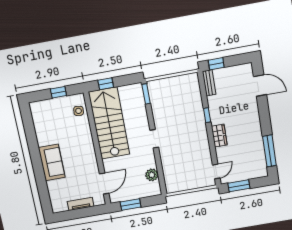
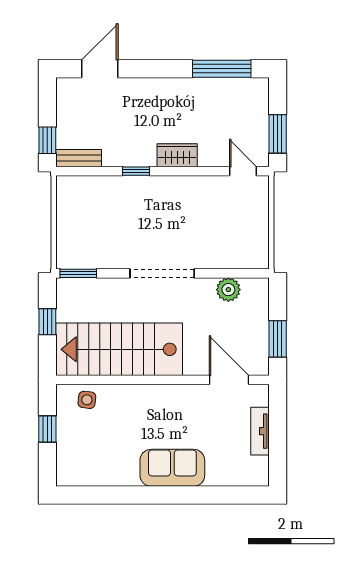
window: (106, 84) -> (47, 322), moved
doorway: (154, 139) -> (162, 273), width x1.87

